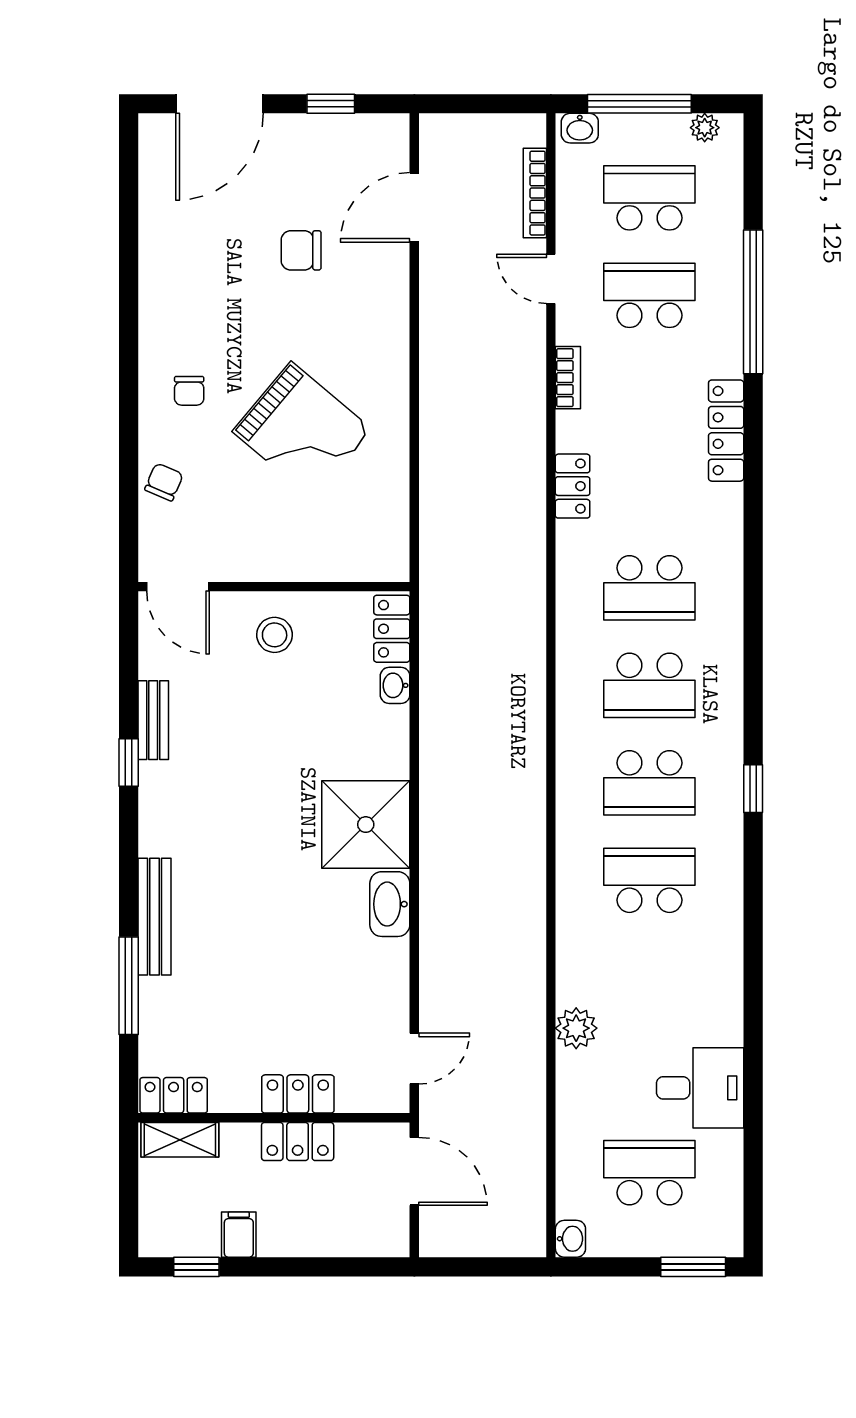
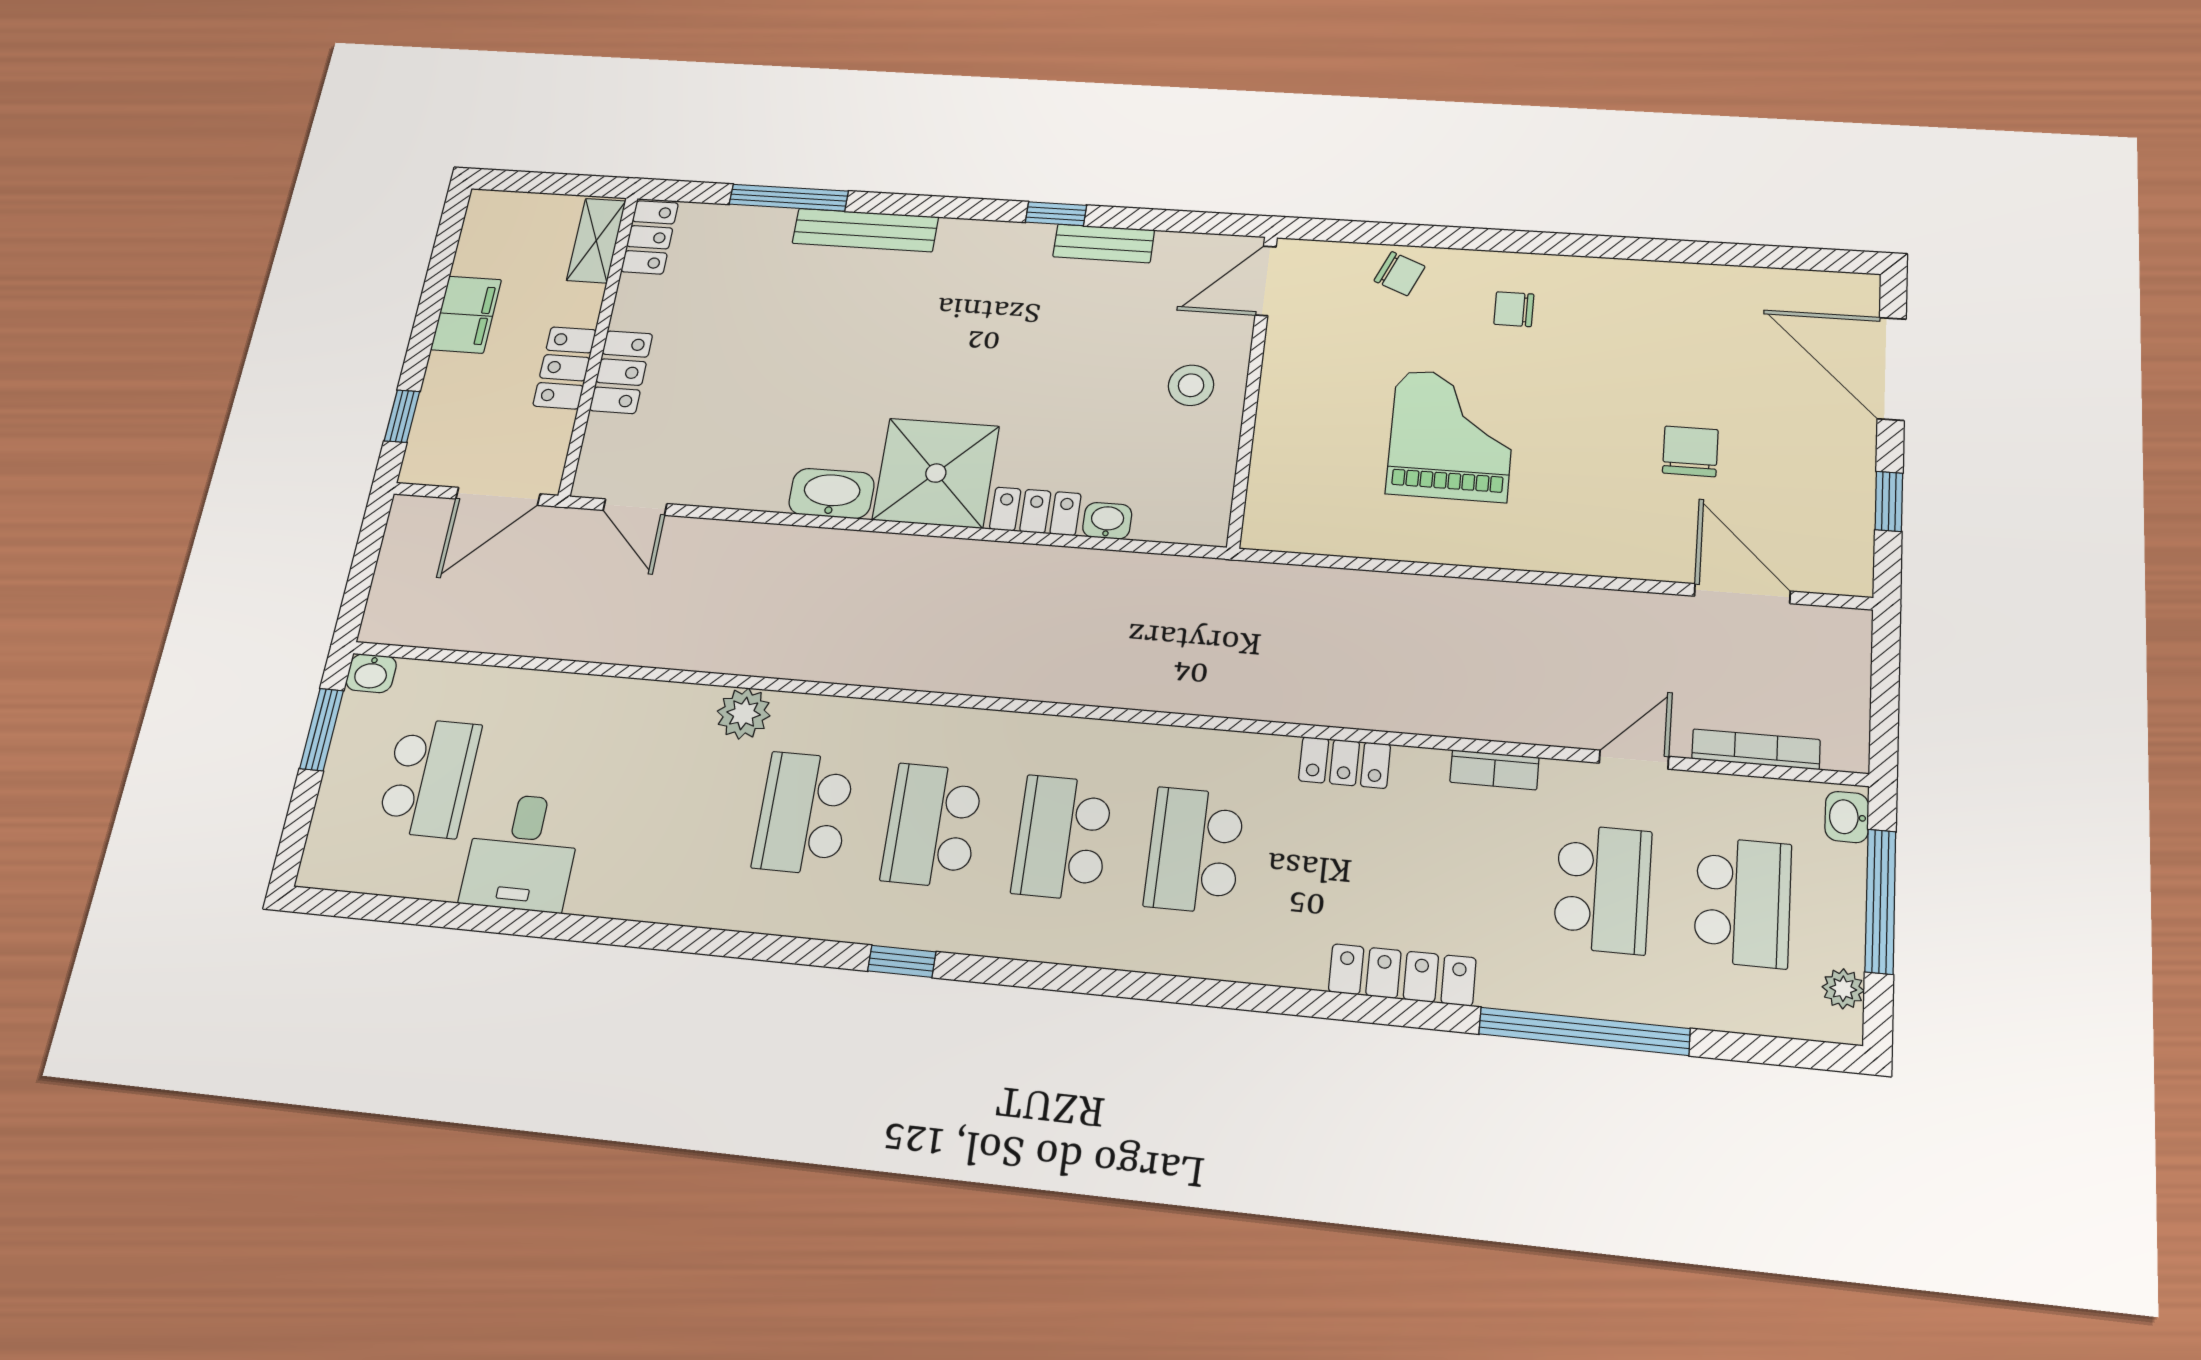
grand piano: (302, 430) -> (1451, 435), turned 140
locker: (392, 629) -> (1035, 511), moved
school desk: (649, 880) -> (804, 813), turned 180
plant: (576, 1028) -> (744, 713), moved
filing cabinet: (239, 1235) -> (466, 315), width x2.00
window: (196, 1267) -> (402, 416), moved
window: (693, 1267) -> (322, 729), moved

